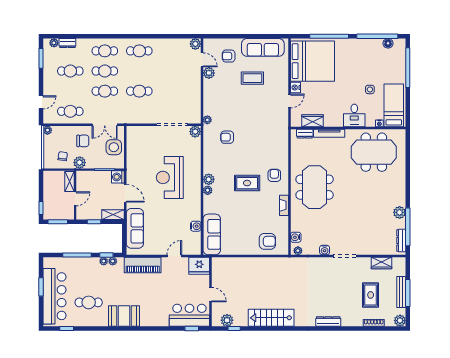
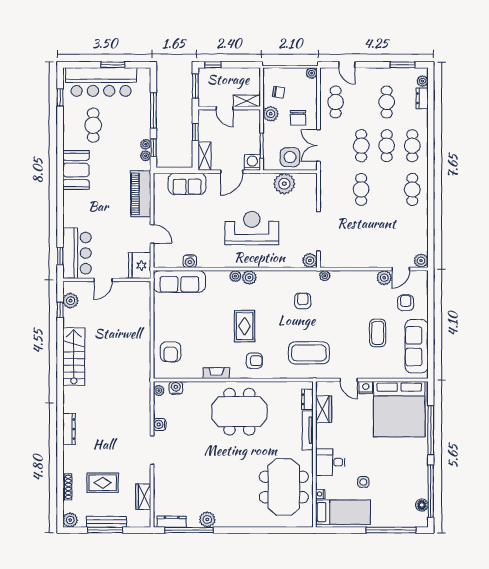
coffee table: (268, 132) -> (309, 353), added
plant: (135, 152) -> (284, 184), added
sofa: (135, 228) -> (187, 184), width x0.73

